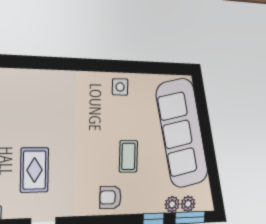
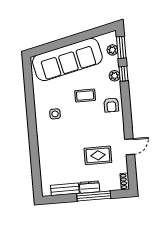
side table: (120, 87) -> (55, 114), moved
plant: (172, 204) -> (115, 76), moved

